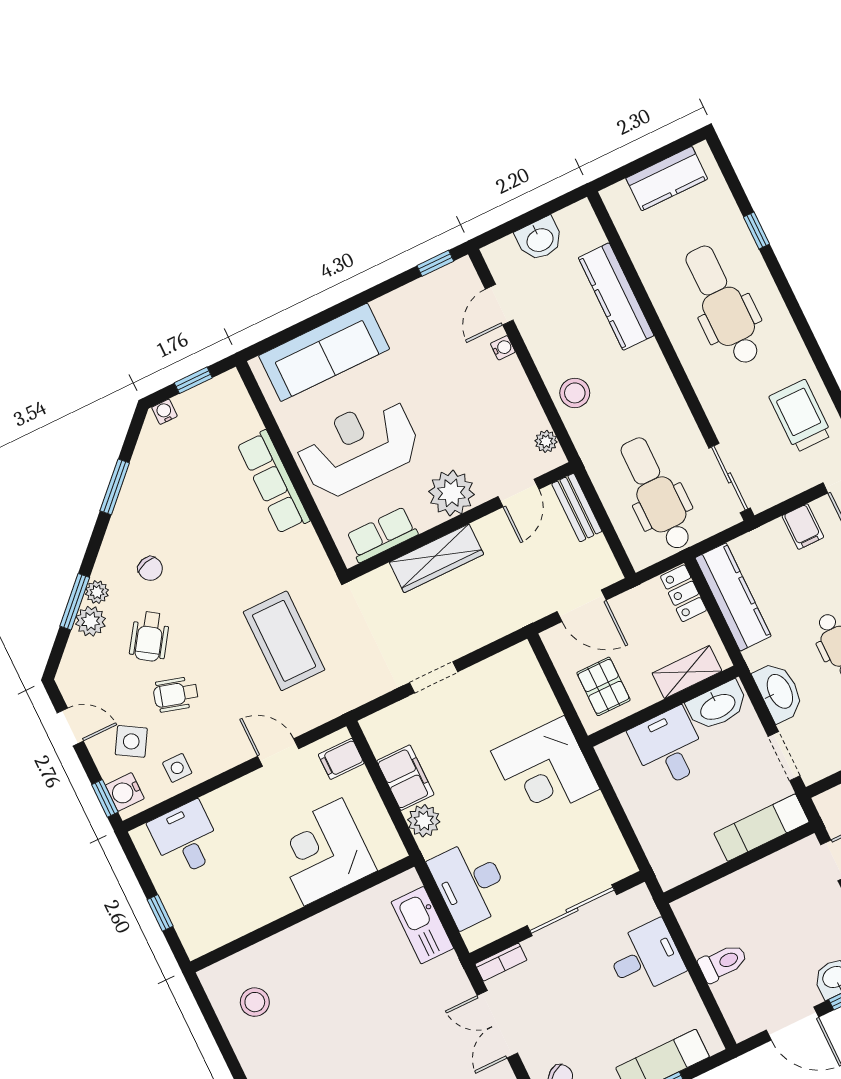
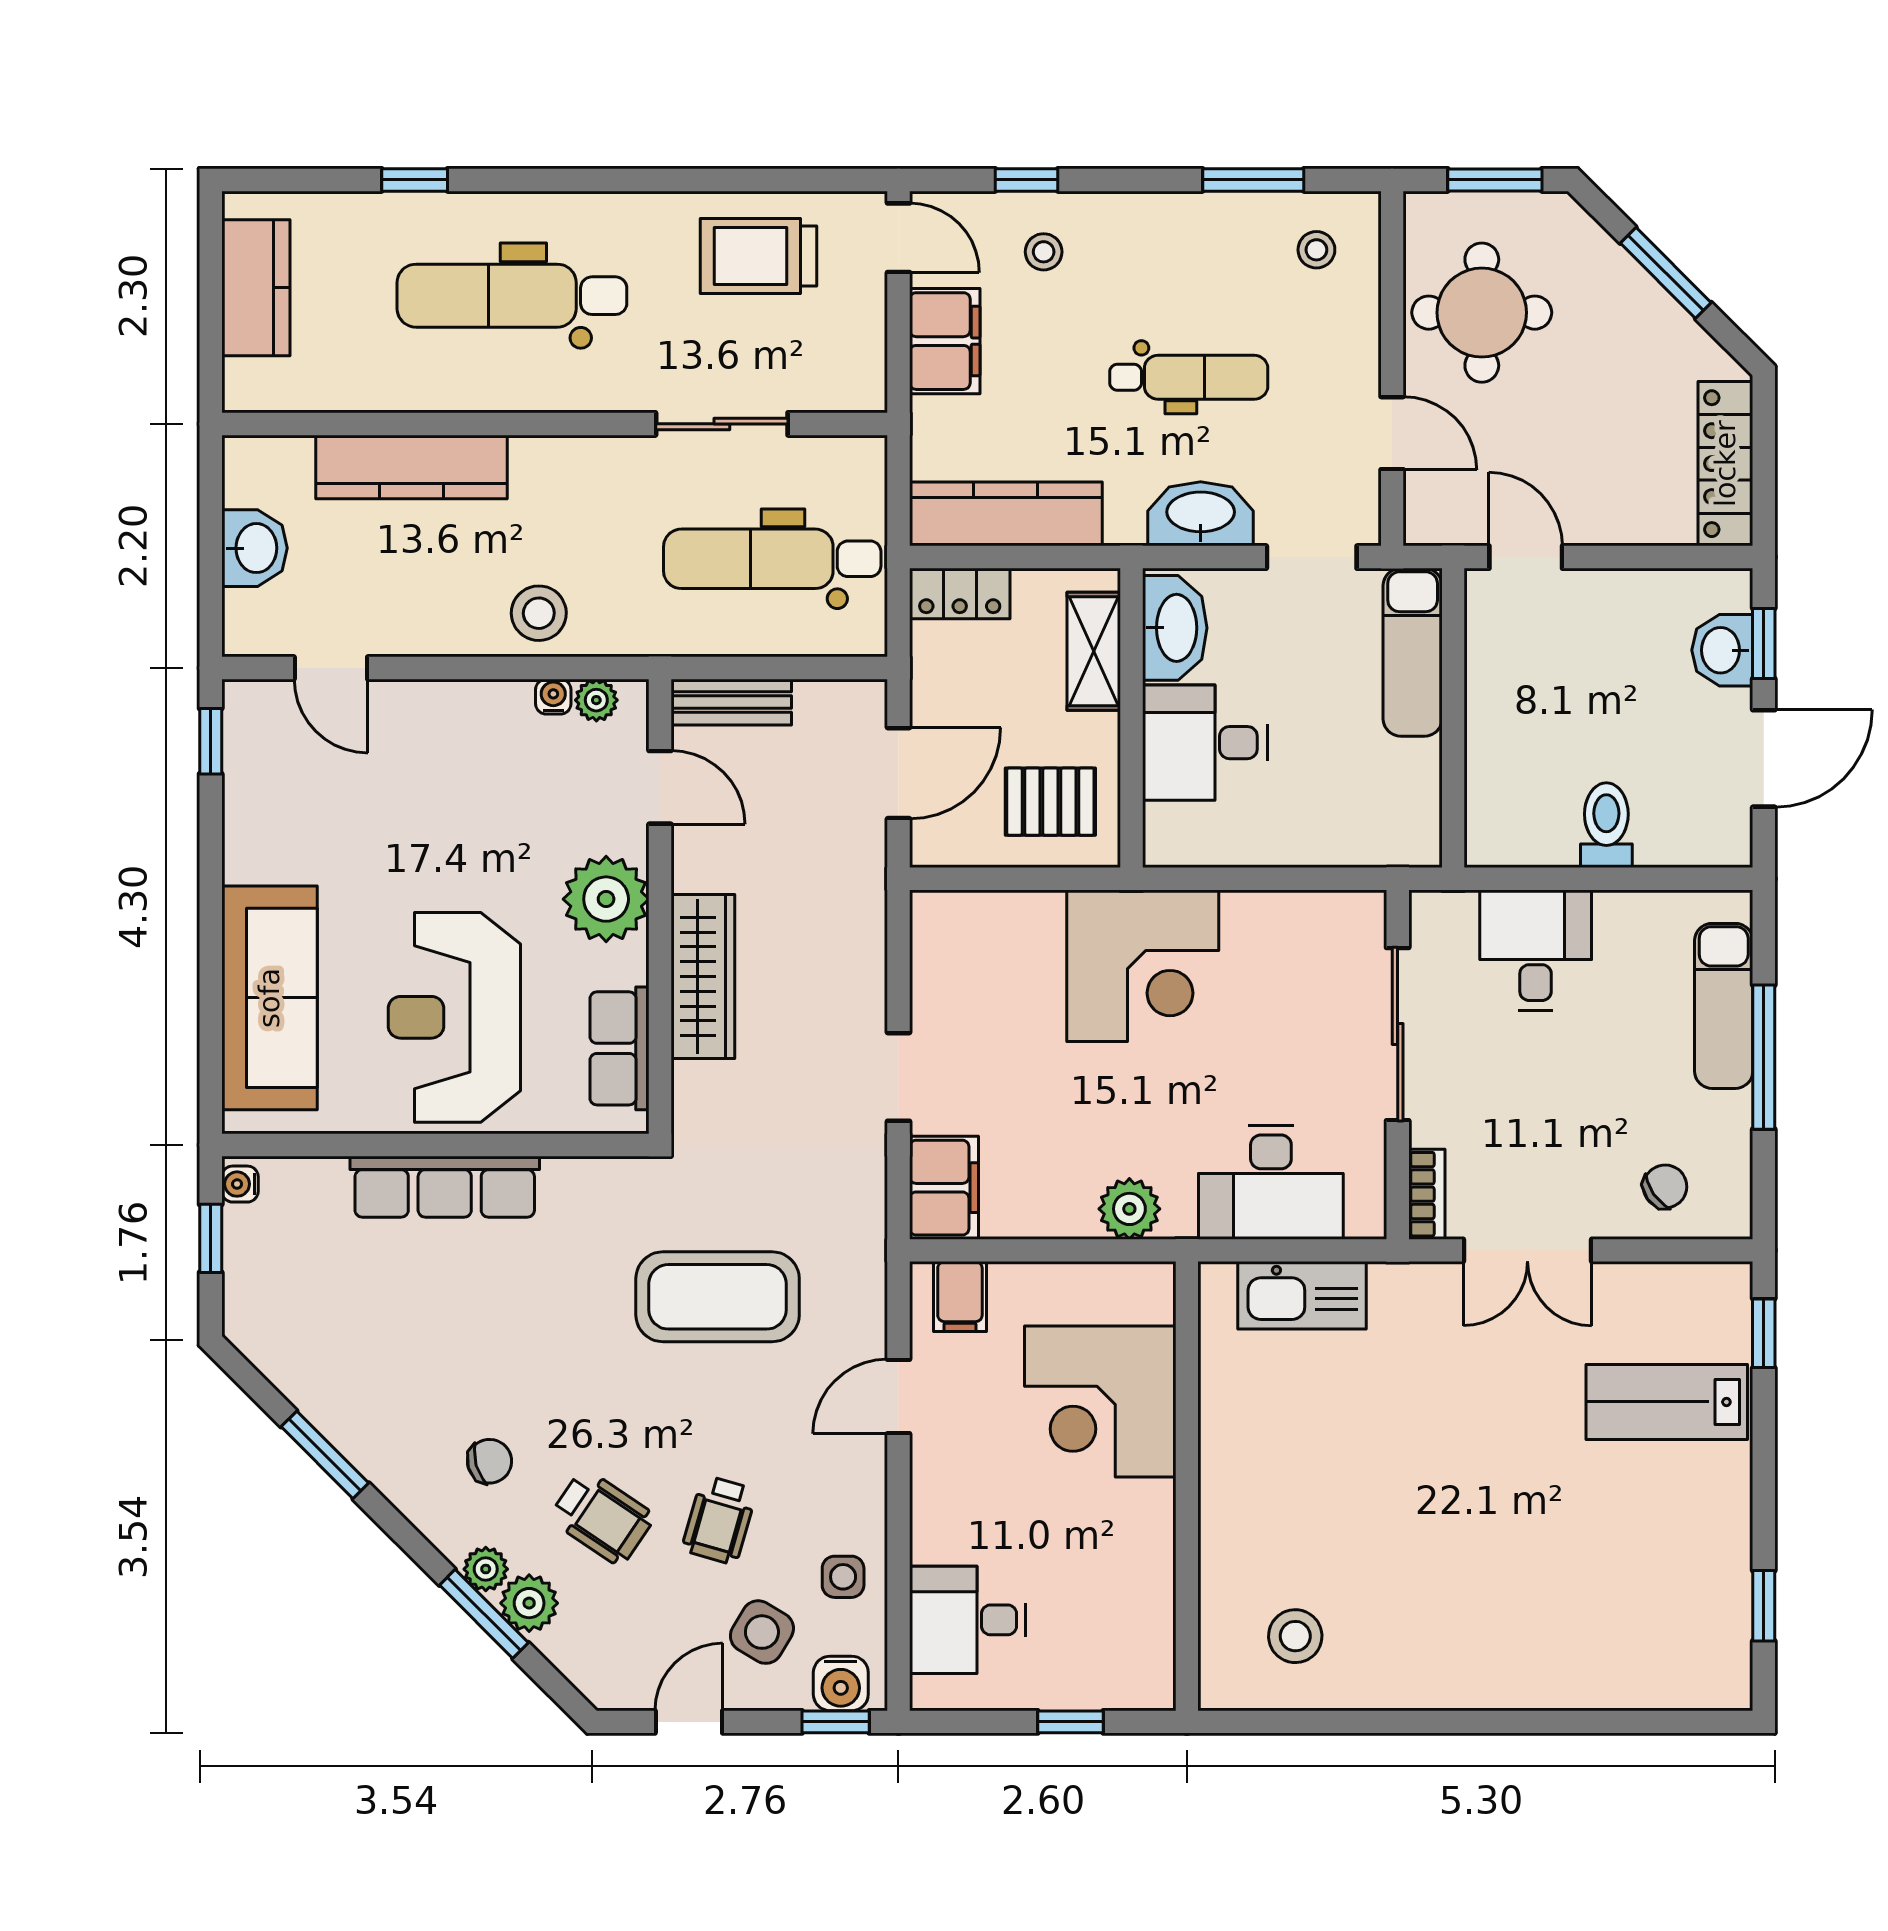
water cooler: (503, 348) -> (553, 697), moved
water cooler: (164, 412) -> (240, 1184), moved
sliding door: (730, 478) -> (722, 424), moved
filing cabinet: (803, 527) -> (945, 341), width x2.00
filing cabinet: (405, 778) -> (944, 1188), moved, turned 90

